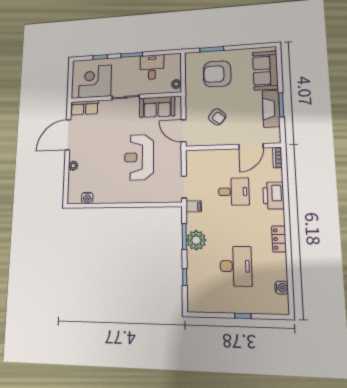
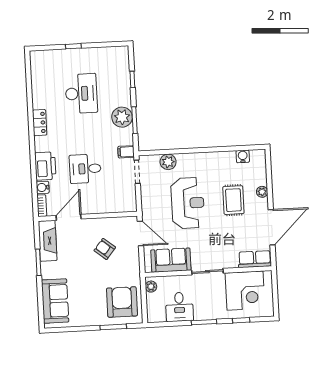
armchair: (217, 74) -> (122, 302), moved, turned -90
fireplace: (271, 109) -> (48, 241), moved
rug: (99, 159) -> (233, 200), added
plant: (155, 195) -> (168, 162), added
desk: (236, 266) -> (81, 93), turned 180
water cooler: (282, 288) -> (43, 187), moved

